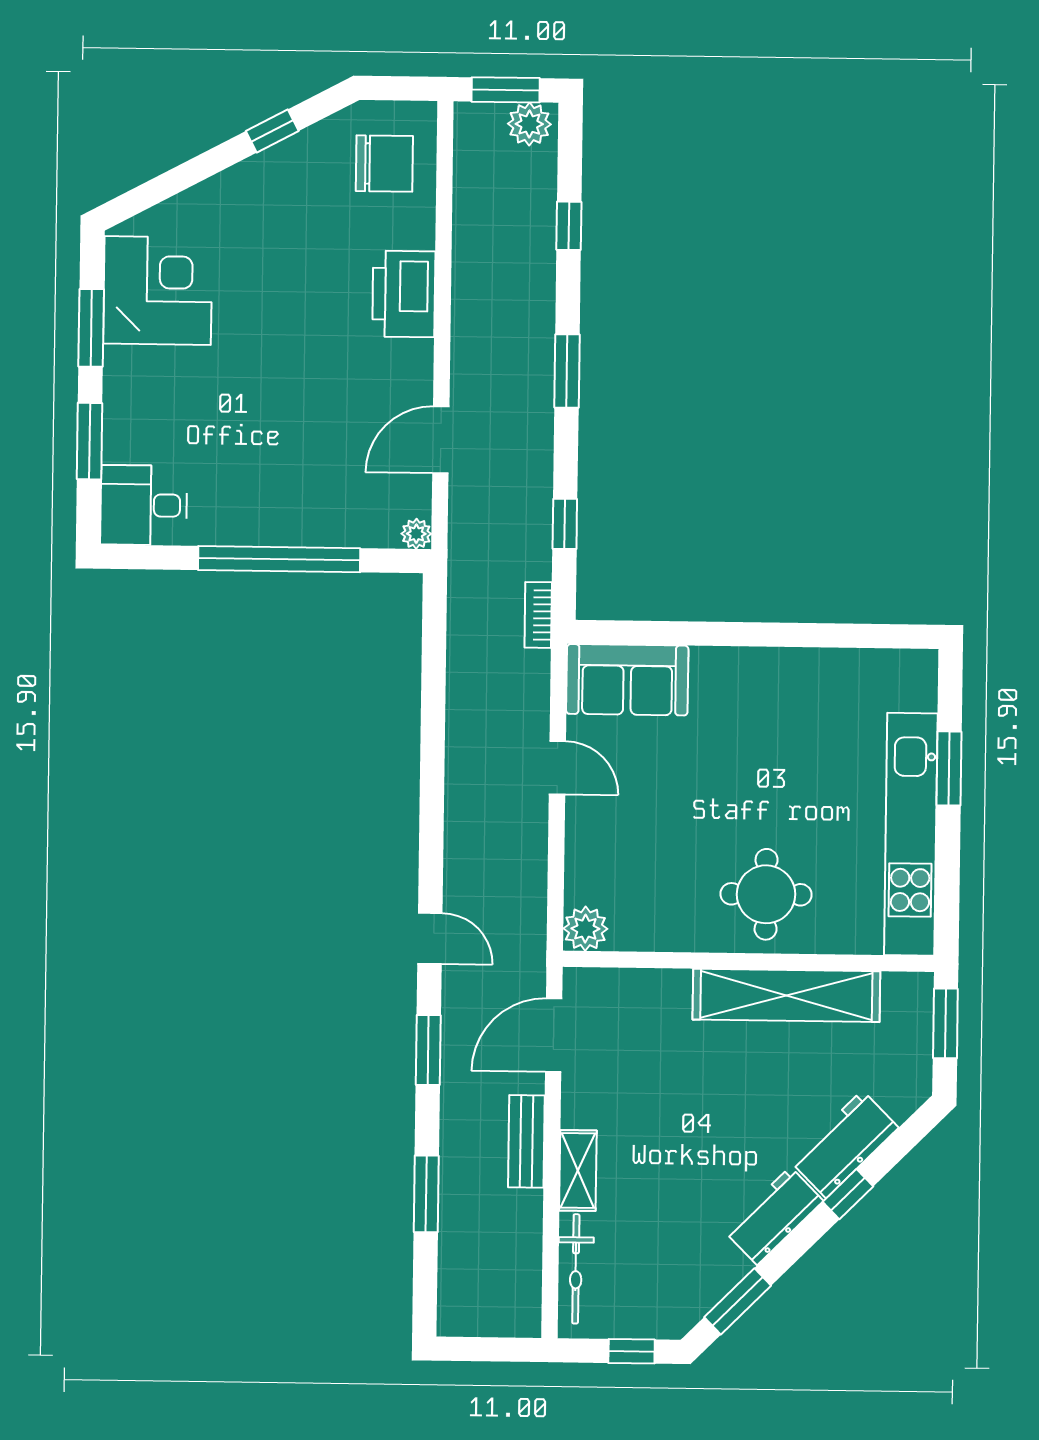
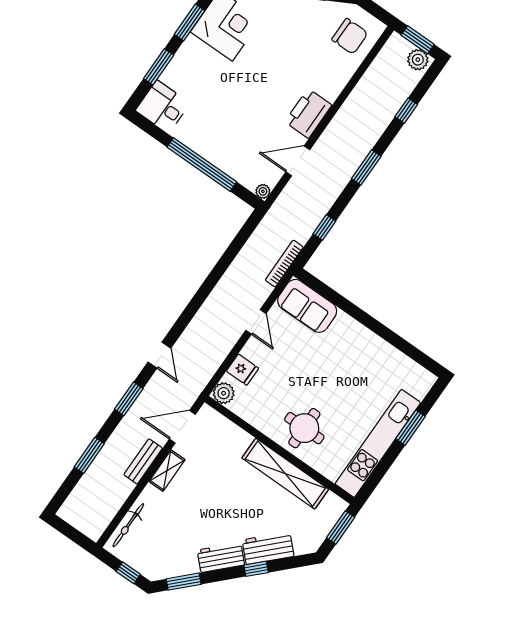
printer: (404, 294) -> (308, 113), moved
bookcase: (538, 615) -> (284, 264), width x1.56
fridge: (590, 866) -> (242, 370), added
shelving: (578, 1171) -> (167, 471), moved

